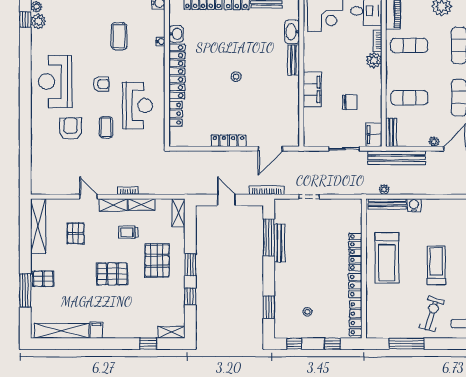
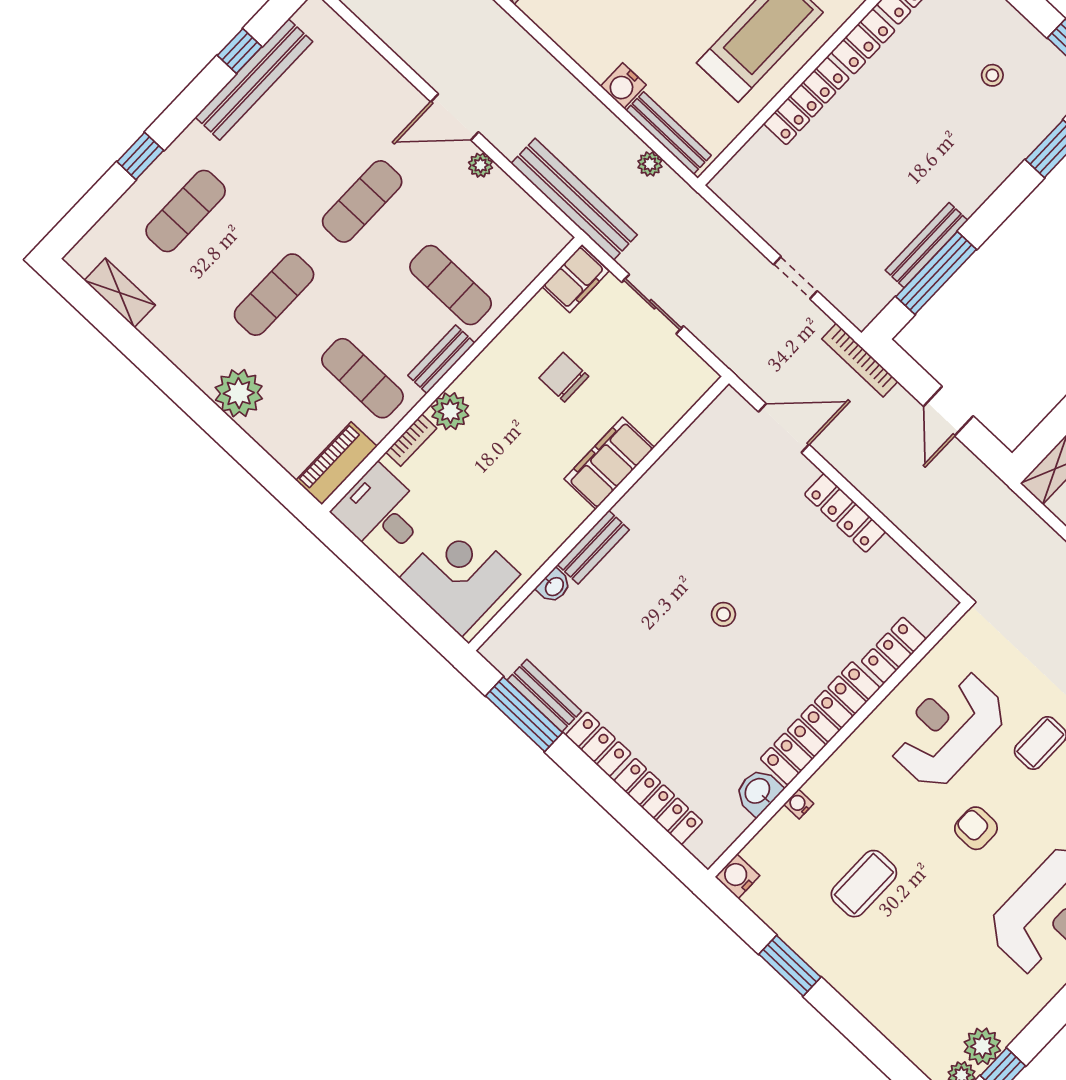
washbasin: (292, 32) -> (554, 586), width x0.52, depth x0.69
bench: (391, 133) -> (441, 359), moved

